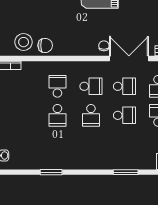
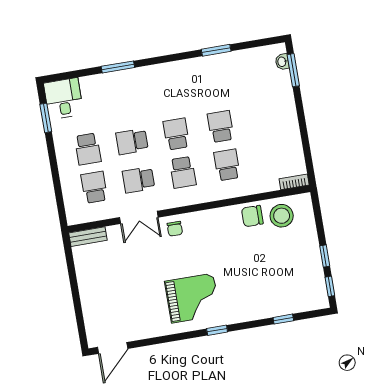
double door: (129, 59) -> (139, 217), width x0.73
school desk: (57, 86) -> (227, 165), turned 180
school desk: (91, 86) -> (183, 172), turned -90

